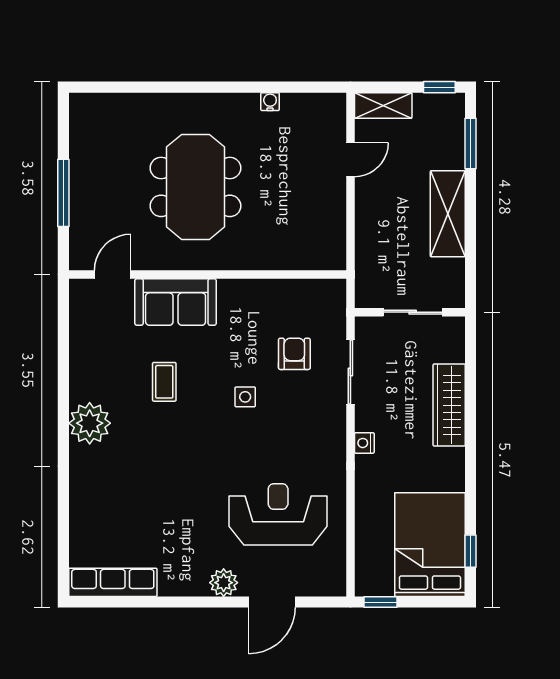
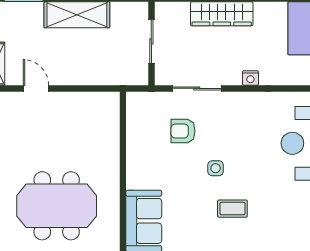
coffee table: (164, 382) -> (232, 209), moved

